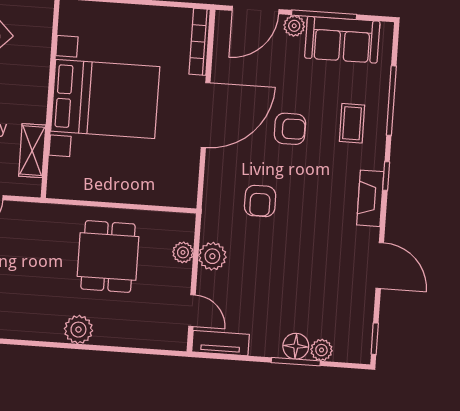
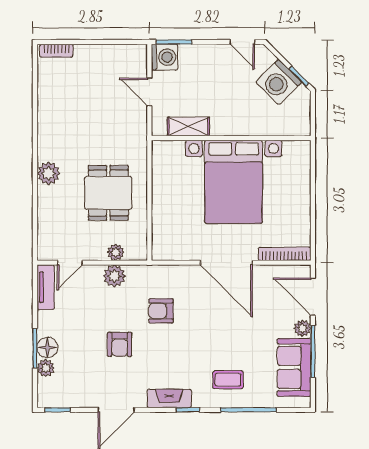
armchair: (290, 129) -> (120, 344), moved
dining table: (108, 256) -> (108, 193), turned 90

